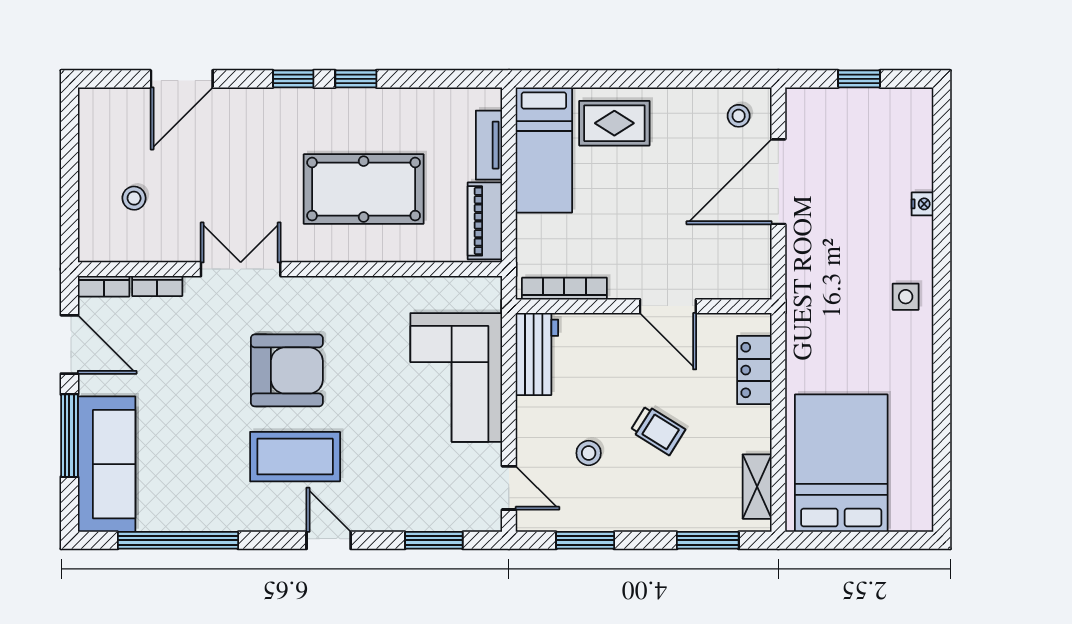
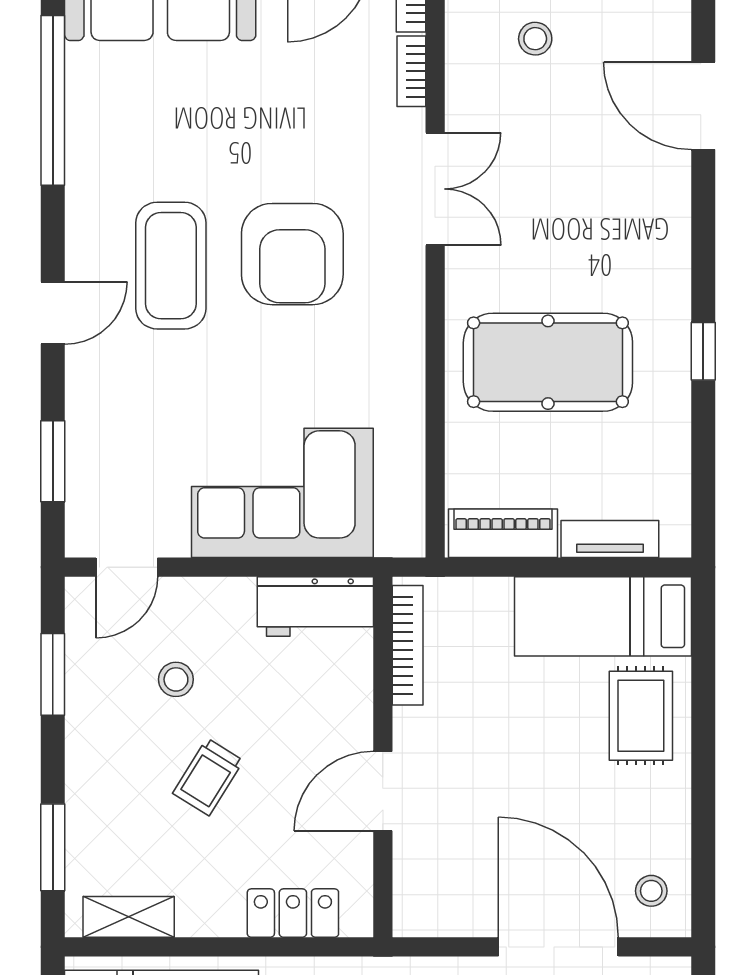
window: (293, 79) -> (703, 263), removed
pool table: (364, 189) -> (548, 362), turned 90

